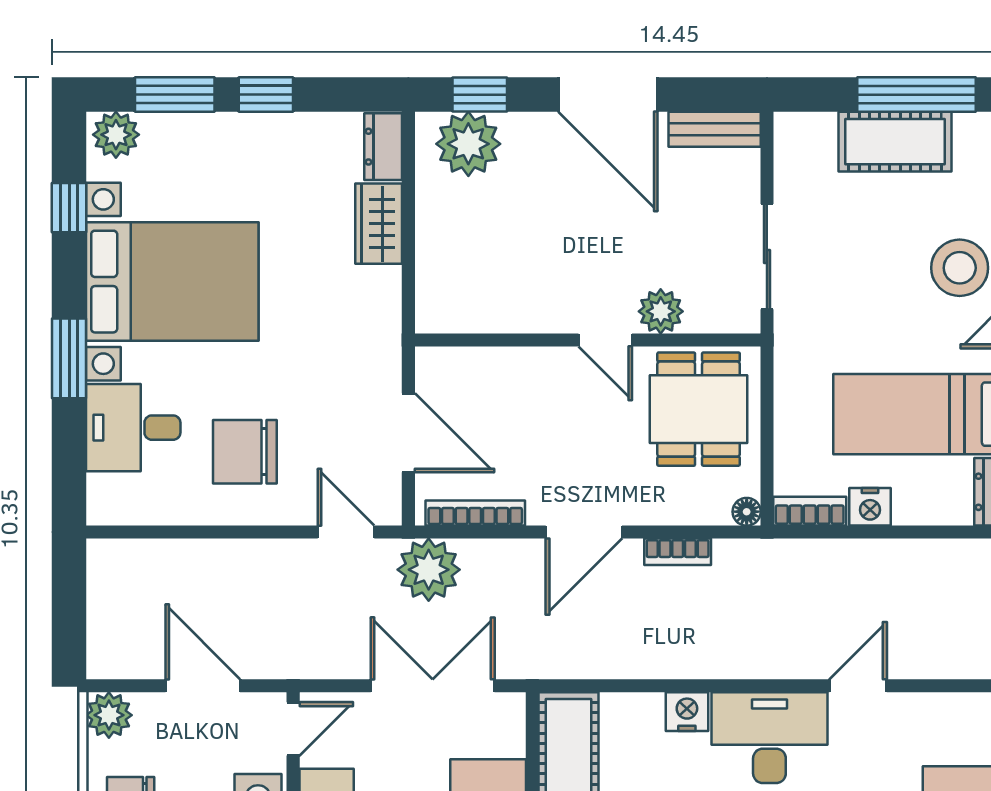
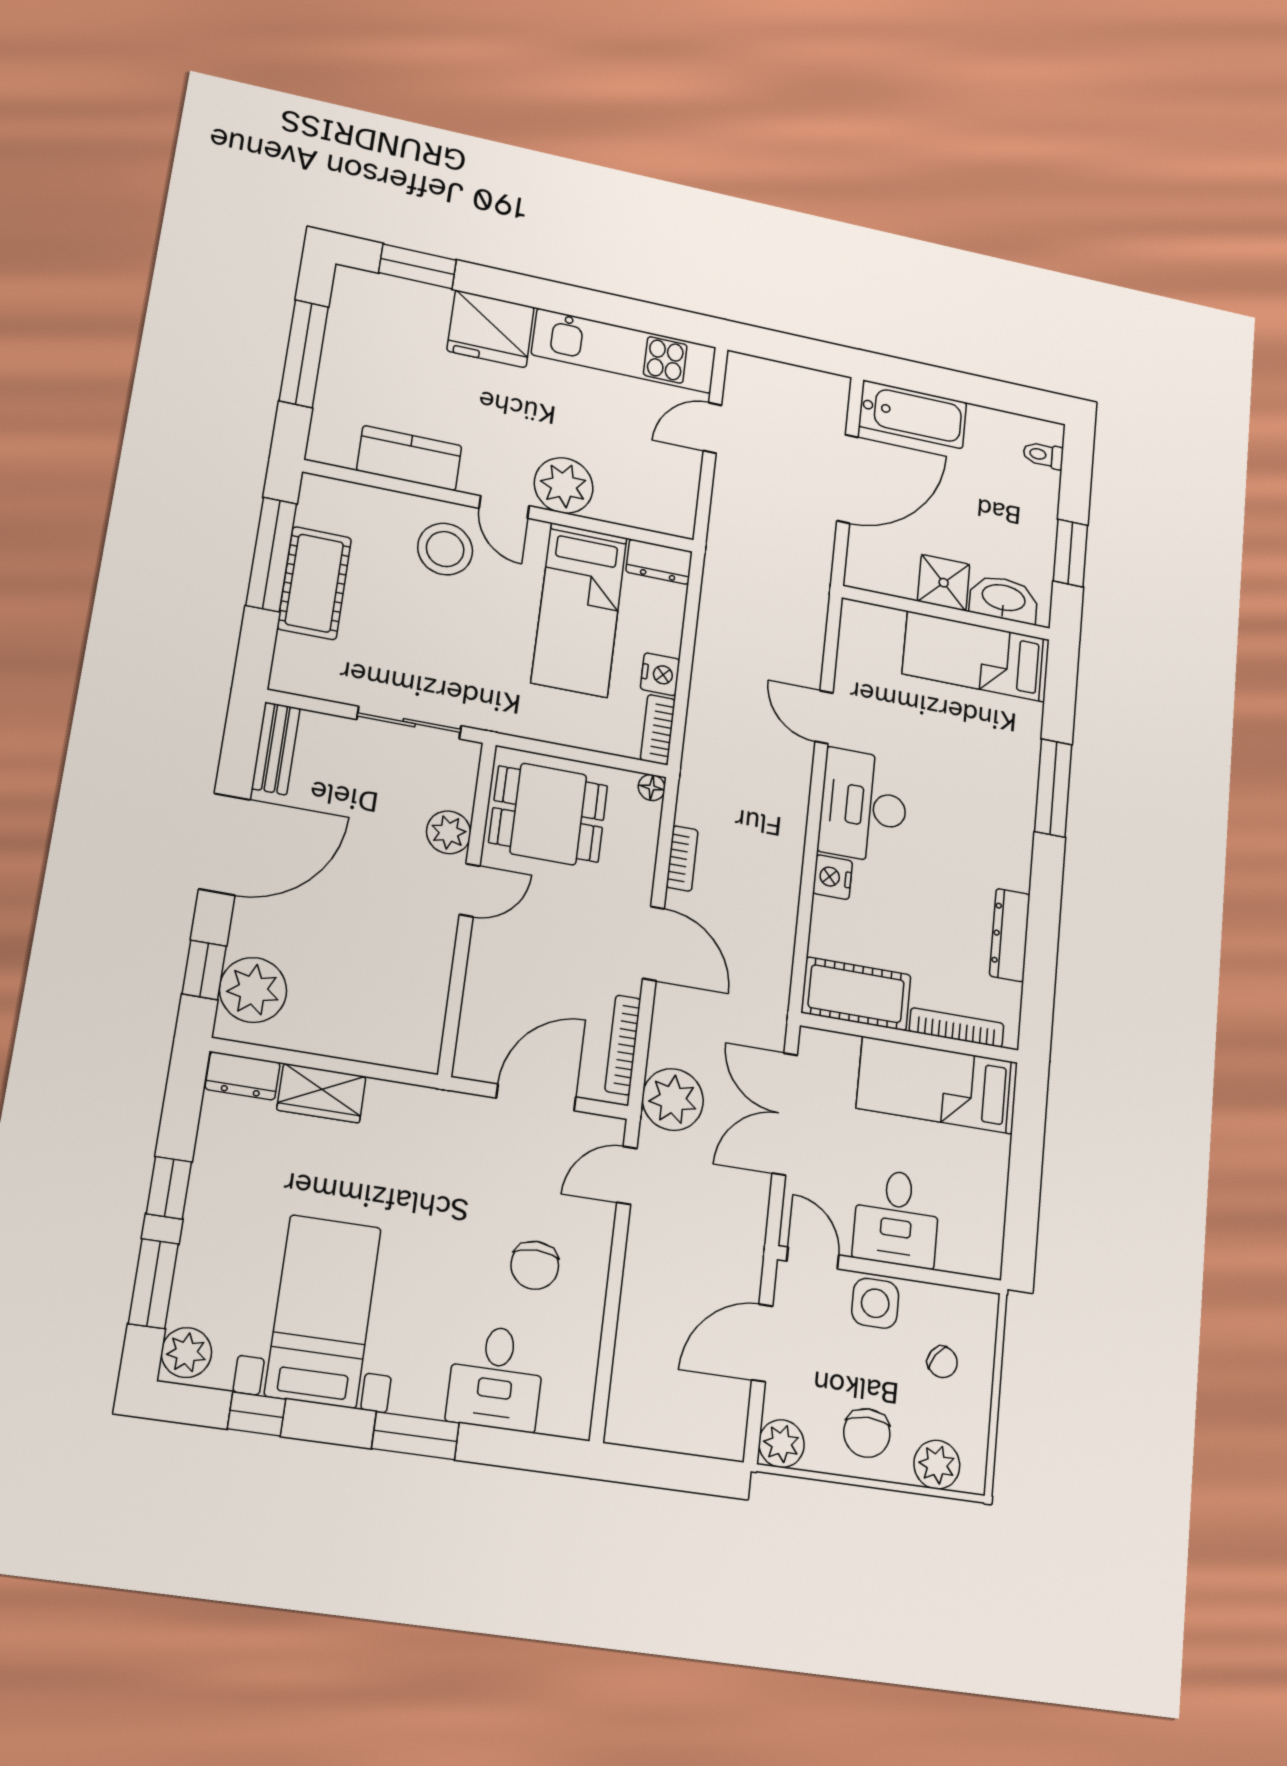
bed with nightstands: (172, 282) -> (323, 1311), width x0.73
chair: (245, 452) -> (535, 1265), width x0.73, depth x0.73

